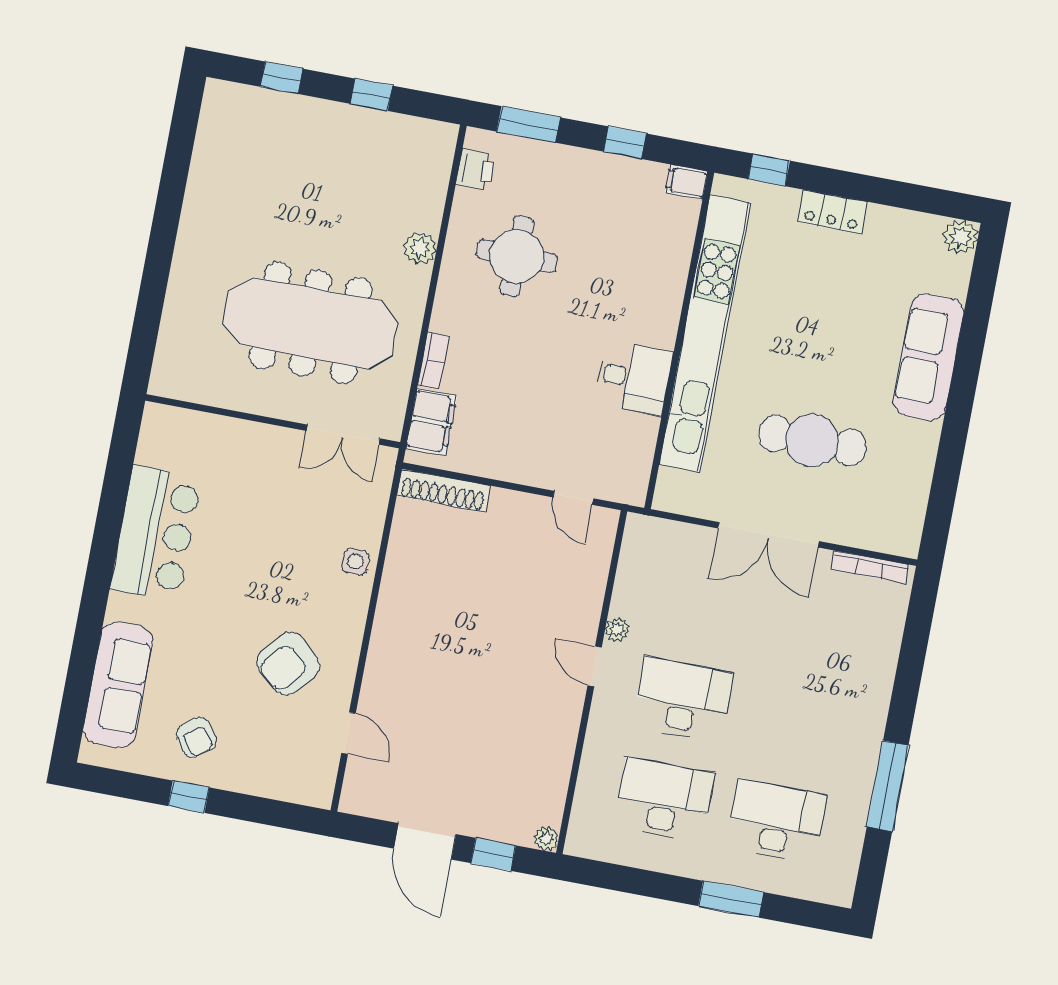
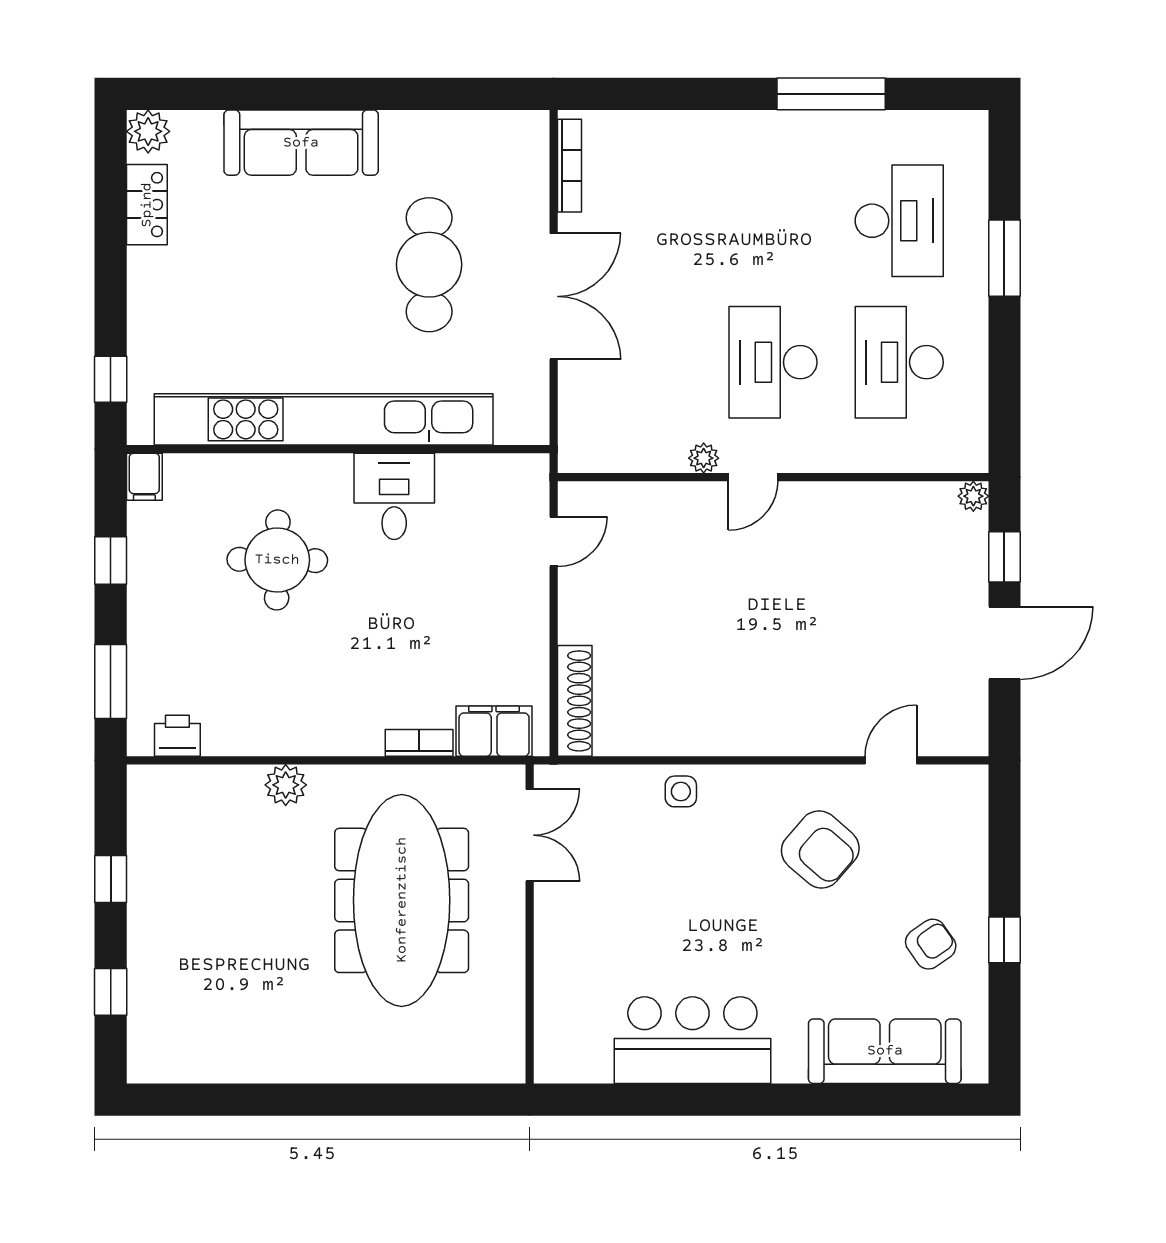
locker: (833, 212) -> (147, 205), moved
round table: (517, 256) -> (277, 560), moved
desk: (777, 821) -> (899, 221), turned 180

